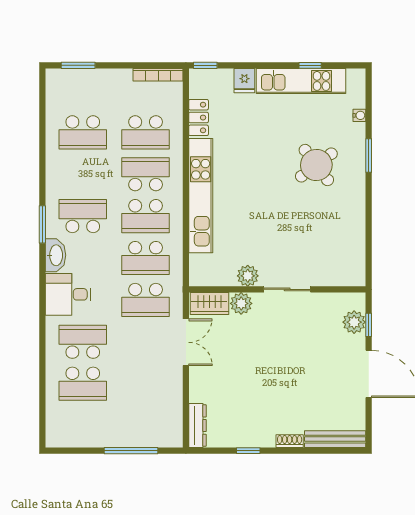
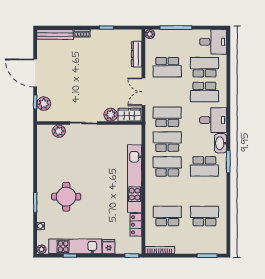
plant: (358, 76) -> (41, 249), added
round table: (316, 165) -> (66, 197), turned 37
school desk: (146, 174) -> (167, 67), moved
plant: (248, 276) -> (59, 131), moved
dresser: (197, 426) -> (137, 54), moved
desk: (68, 427) -> (213, 42), added
plant: (175, 440) -> (150, 34), added

